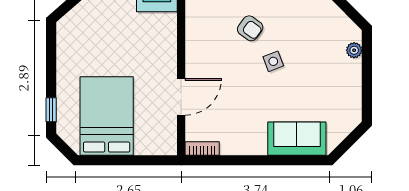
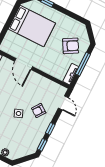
armchair: (107, 30) -> (71, 46), added

